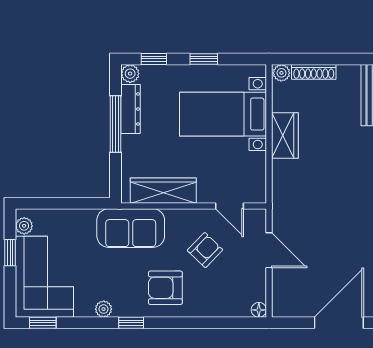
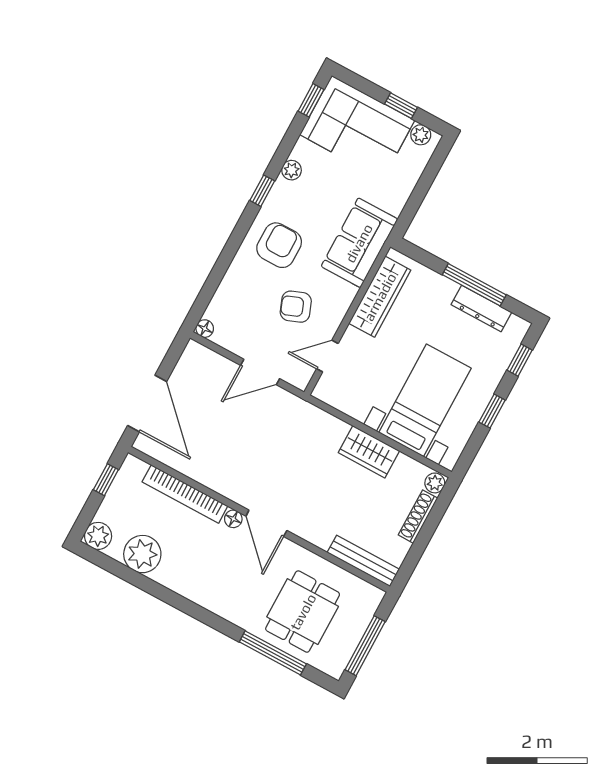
plant: (130, 74) -> (518, 328), removed
armchair: (205, 250) -> (296, 307), turned 115

